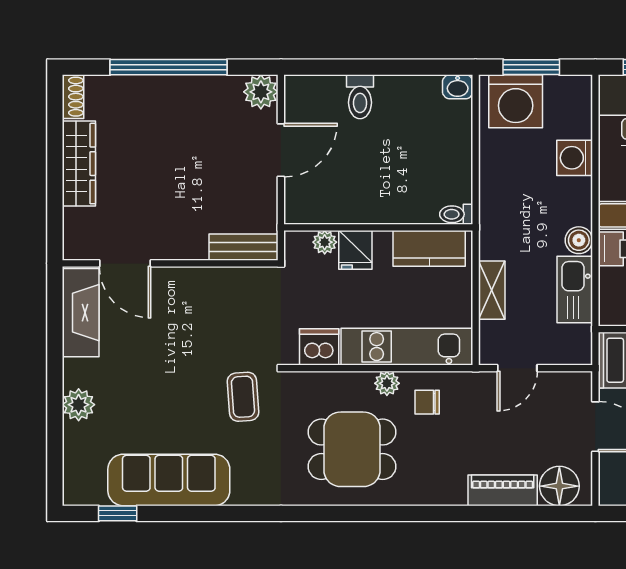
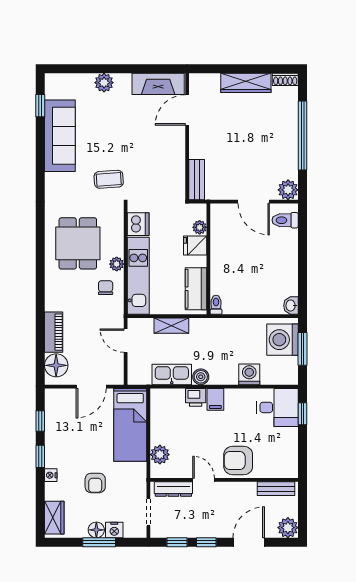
toilet: (360, 97) -> (285, 220), moved

